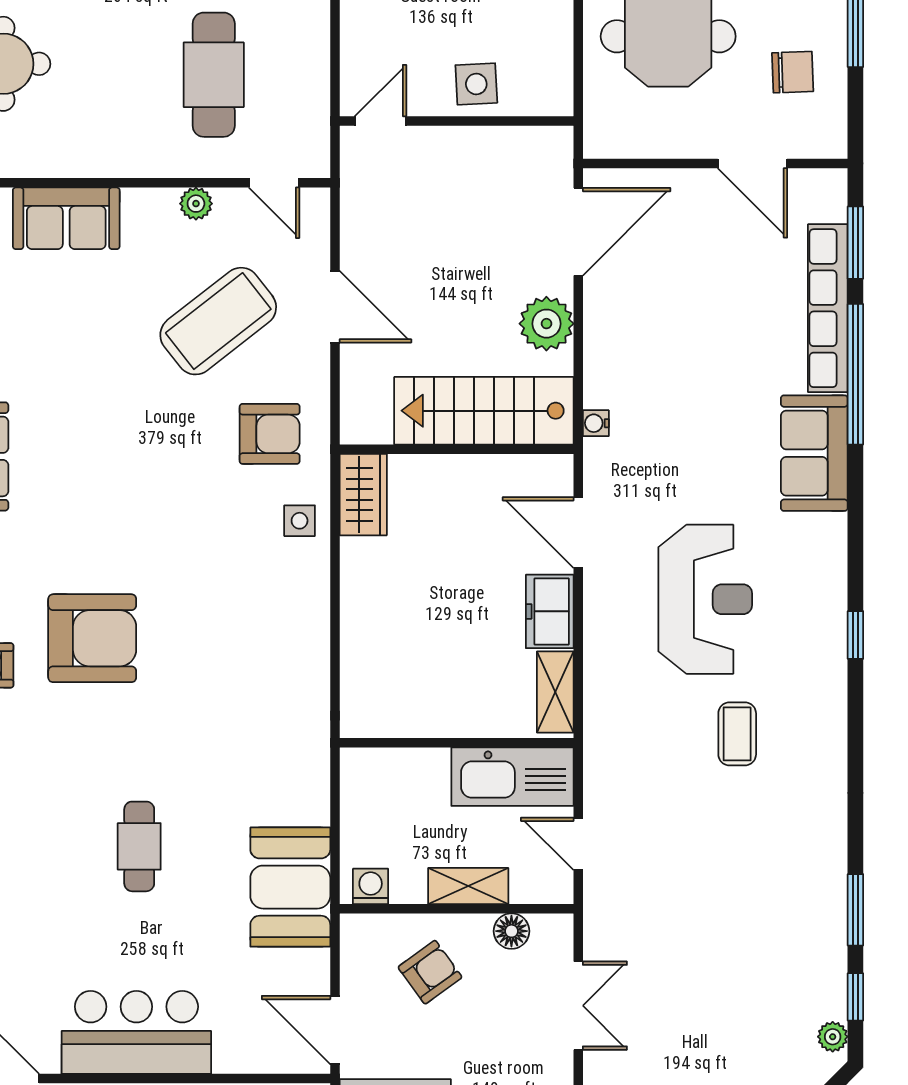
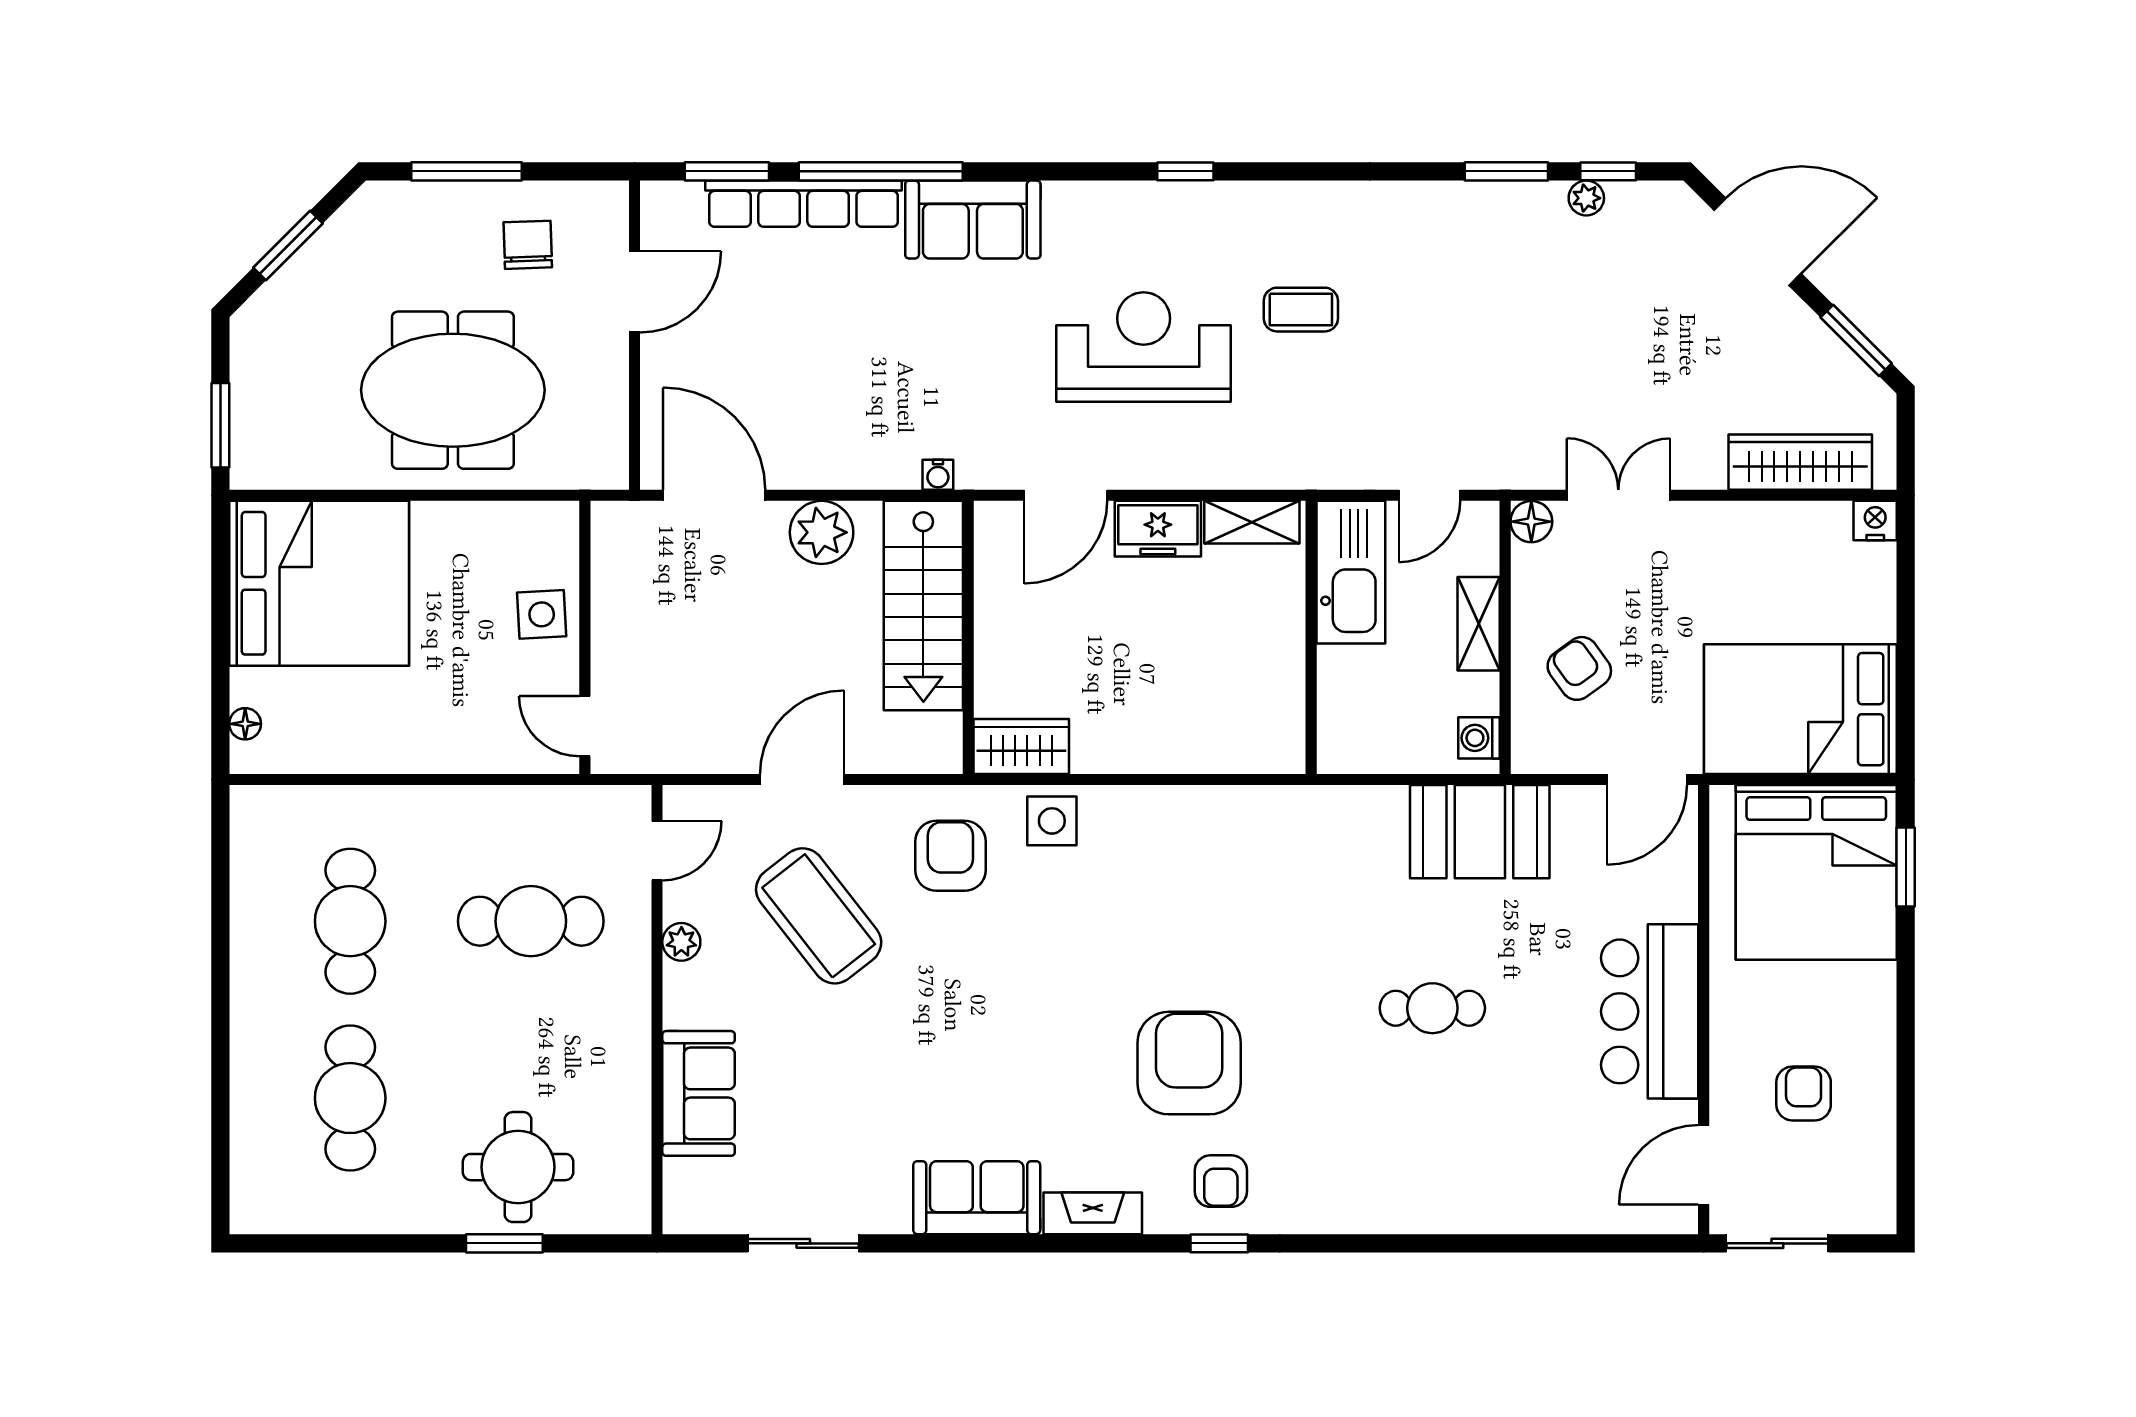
side table: (300, 521) -> (1052, 821), width x1.37, depth x1.37
floor lamp: (511, 931) -> (1531, 522), moved
plant: (833, 1037) -> (1586, 198), moved

